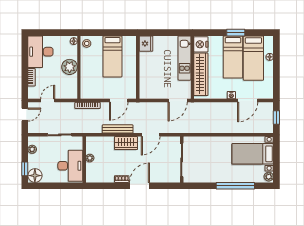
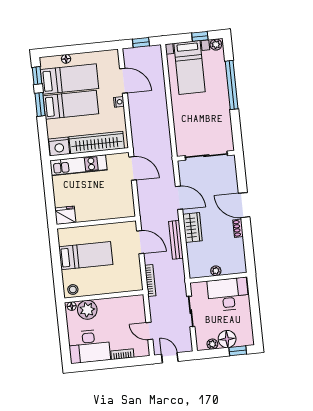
window: (259, 33) -> (37, 76), added
plant: (70, 67) -> (87, 310), moved
window: (276, 165) -> (200, 36), added
floor lamp: (35, 176) -> (227, 339), moved

